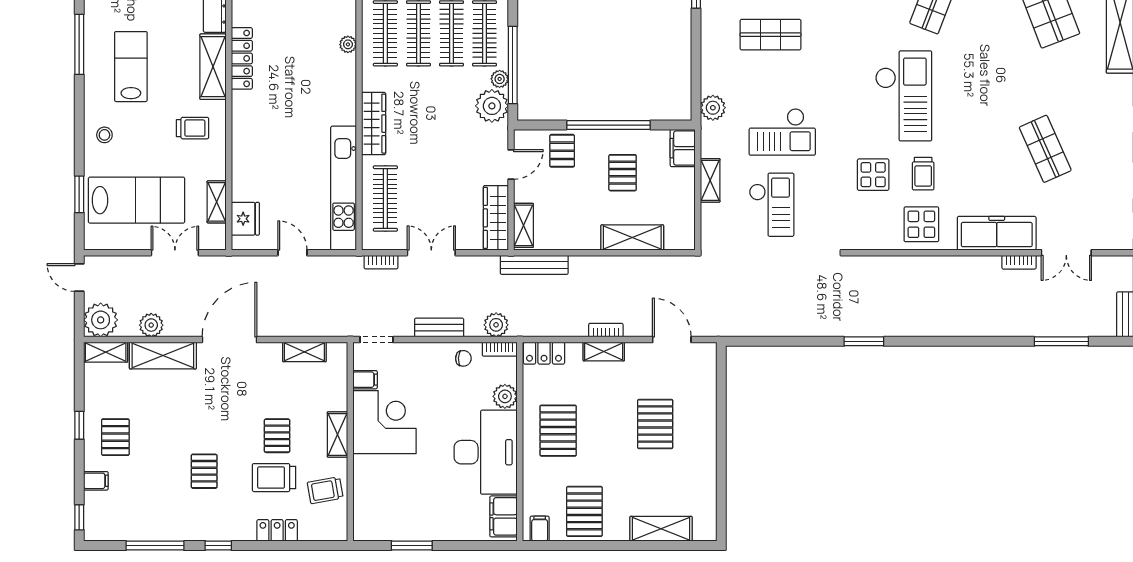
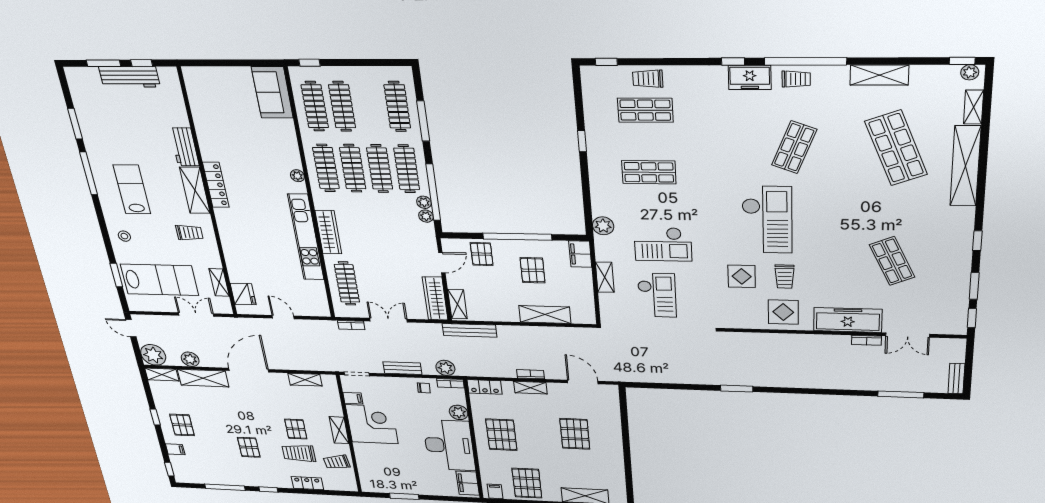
plant: (492, 106) -> (426, 216), width x0.53, depth x0.53
kitchen unit: (344, 188) -> (306, 237), moved

